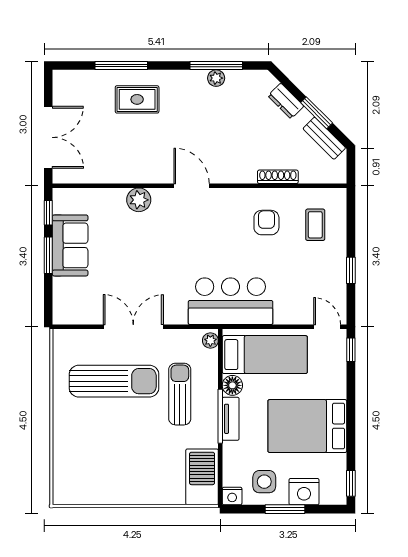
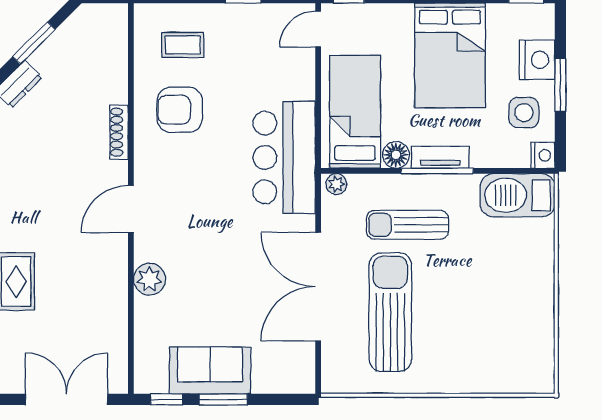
bench: (324, 138) -> (68, 33), removed
shoe rack: (278, 177) -> (119, 132), moved
armchair: (266, 223) -> (180, 110), width x1.38, depth x1.38
double door: (133, 327) -> (318, 287), width x1.36

